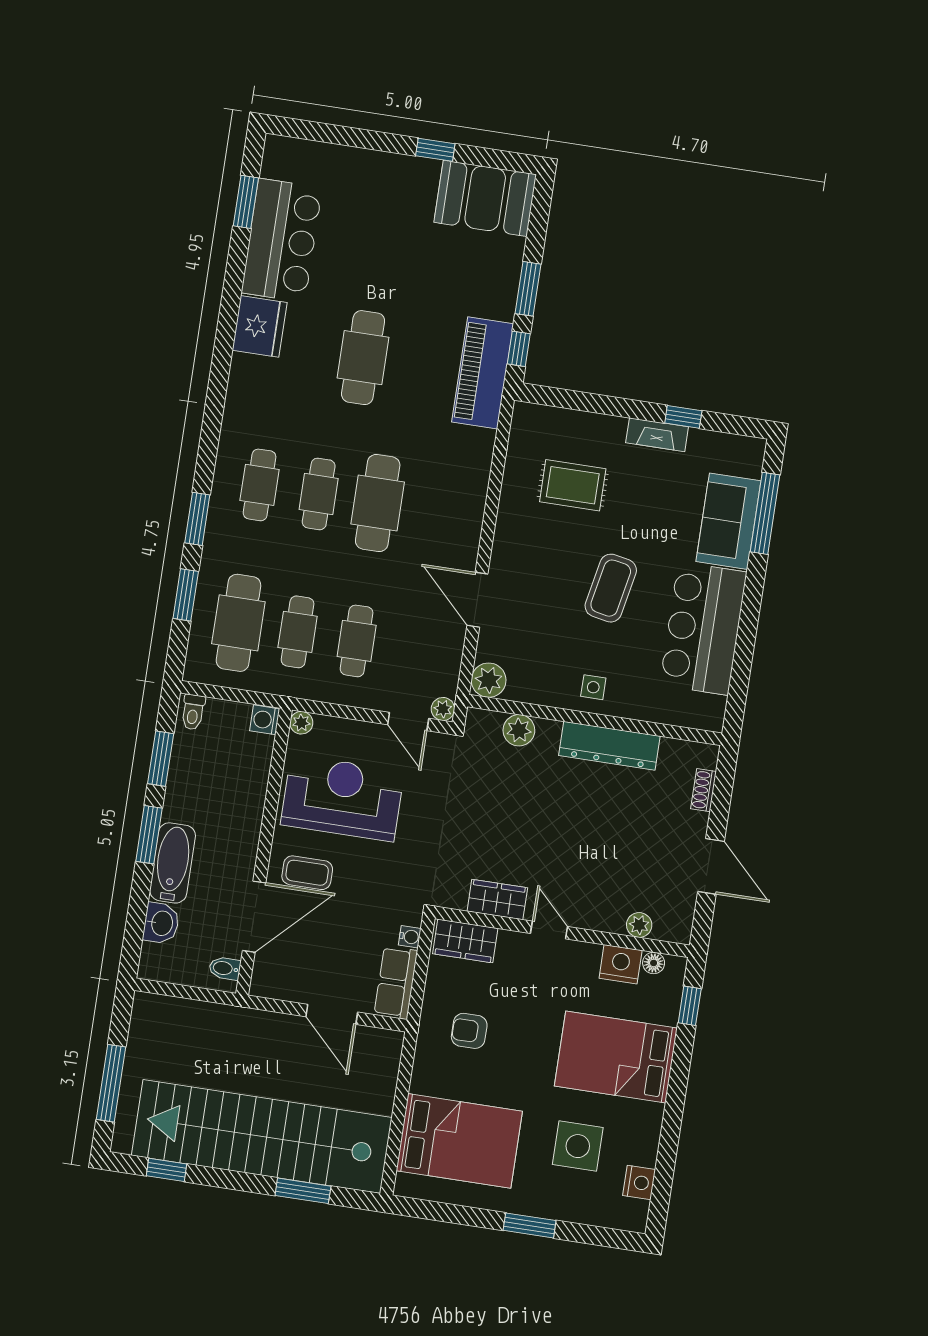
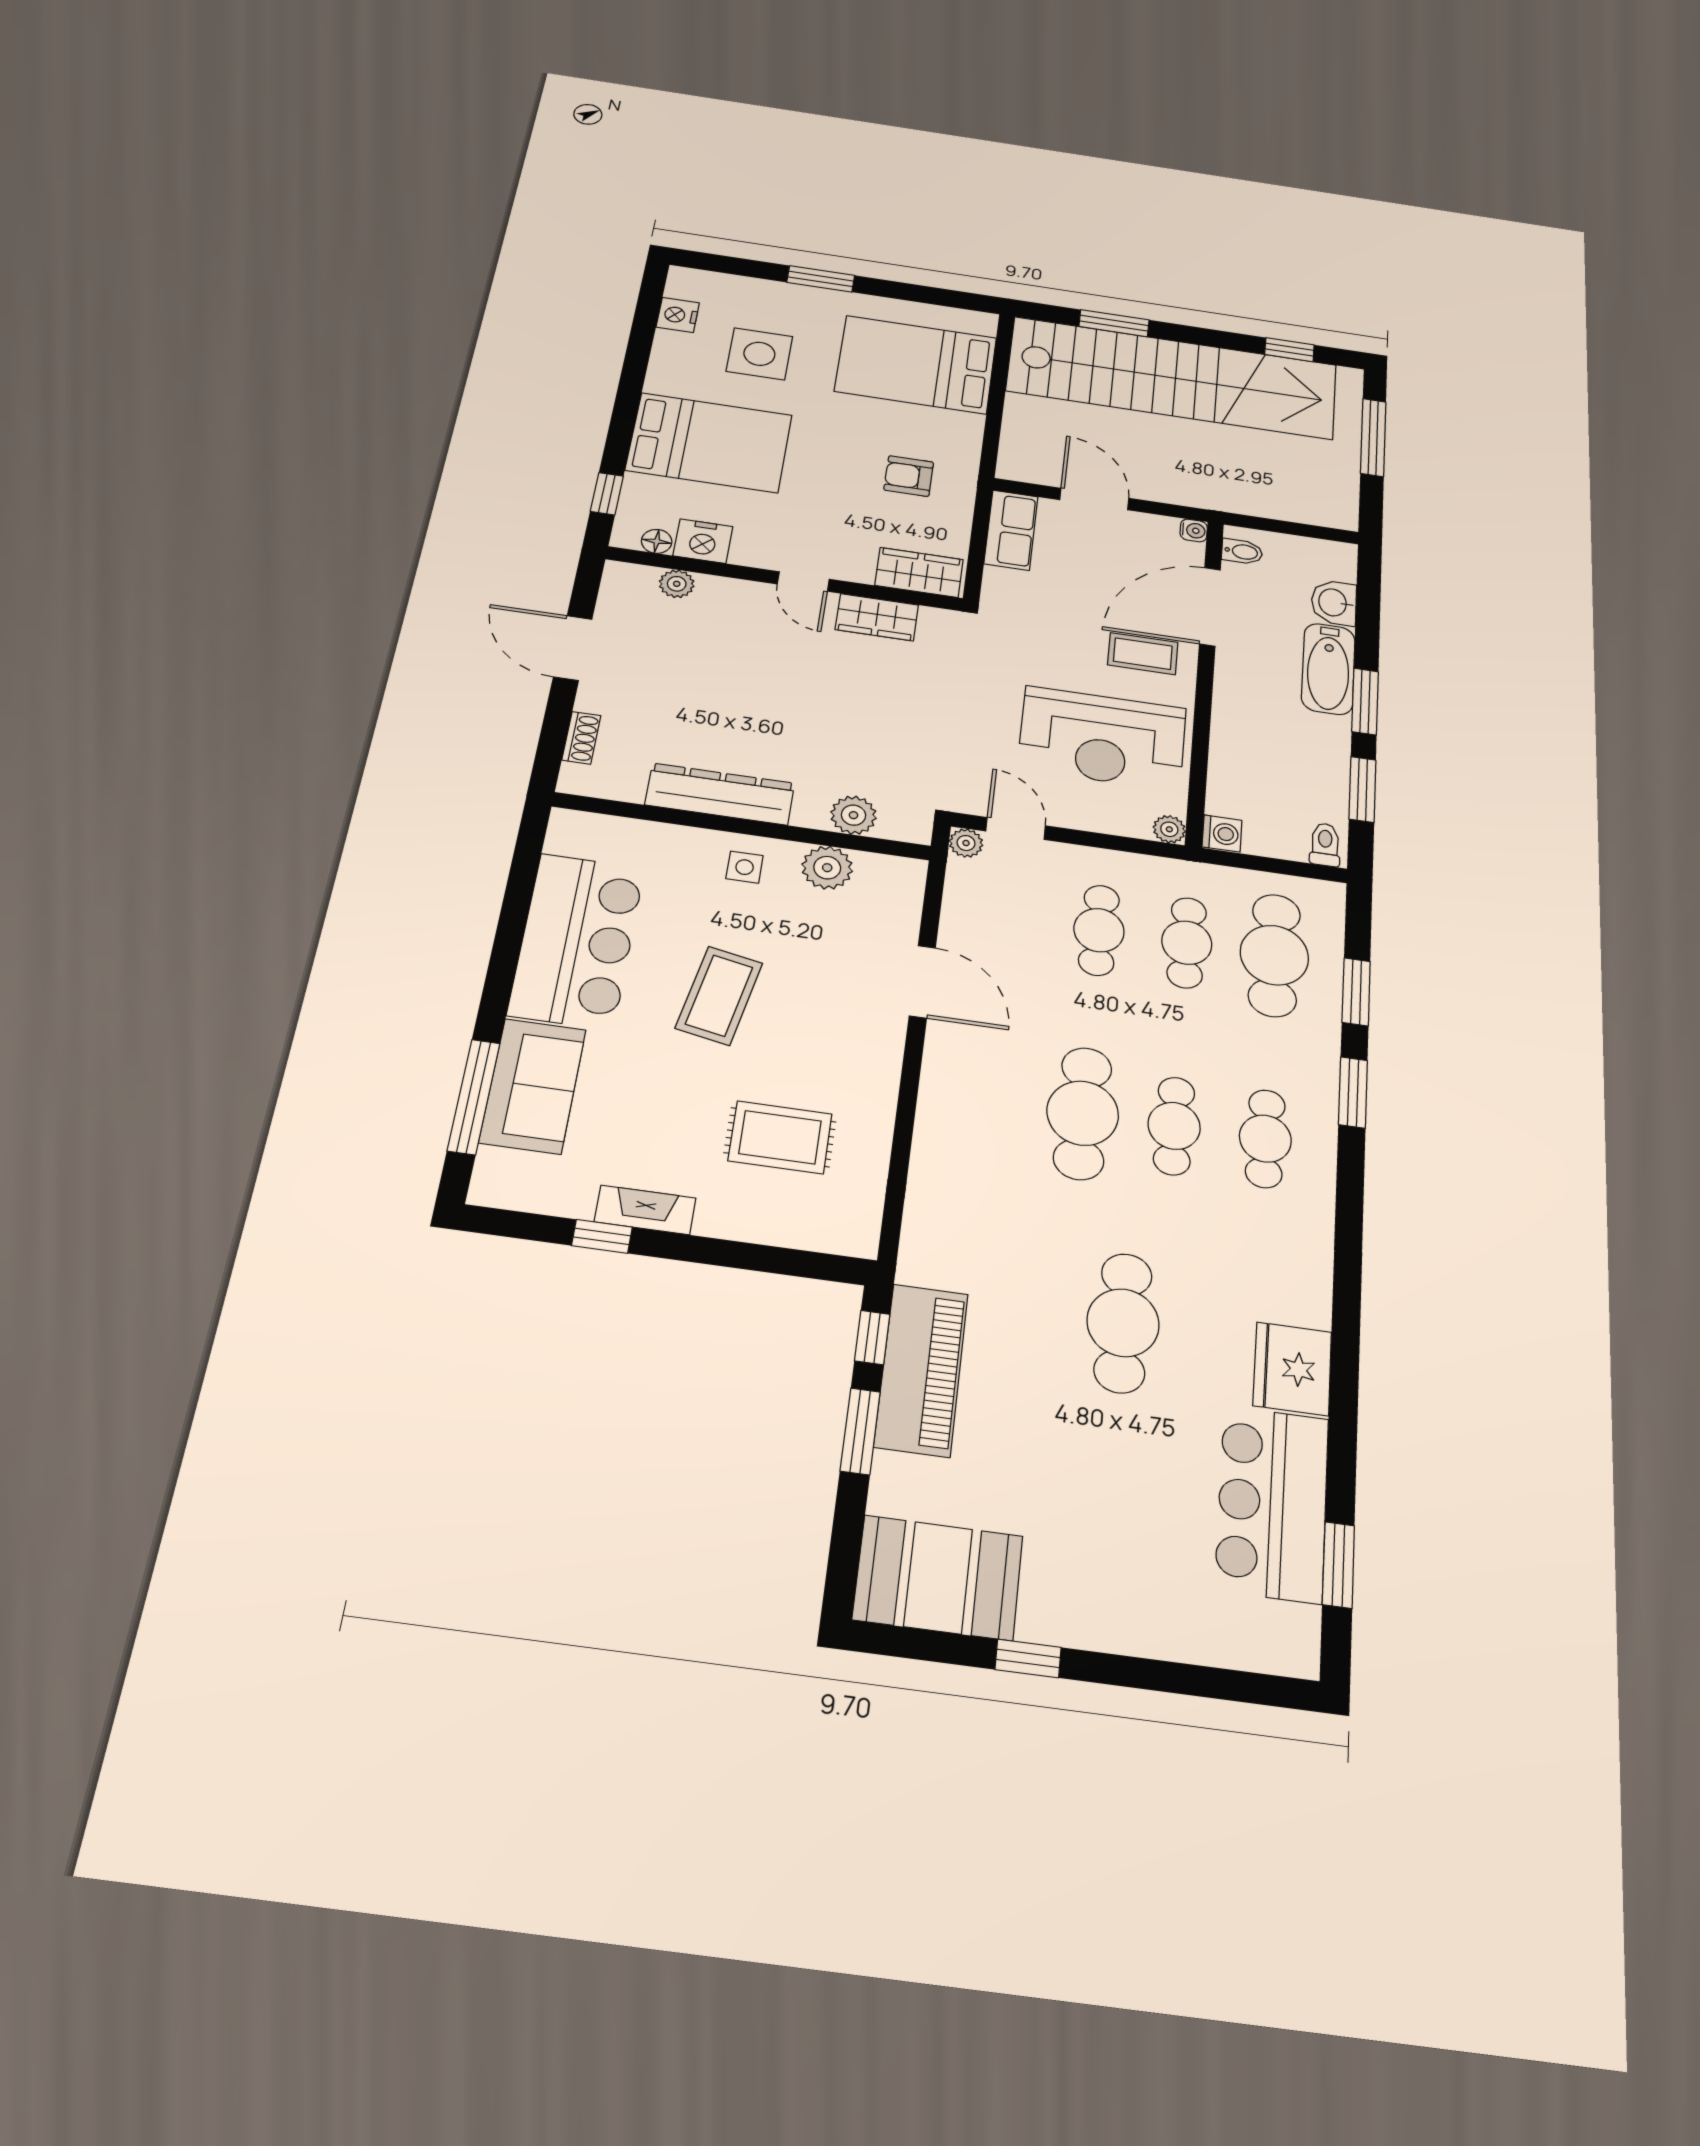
piano: (483, 373) -> (921, 1370), moved
plant: (489, 680) -> (827, 868), moved
water cooler: (410, 937) -> (1194, 530), moved, turned 180
armchair: (469, 1031) -> (909, 476), turned 180

